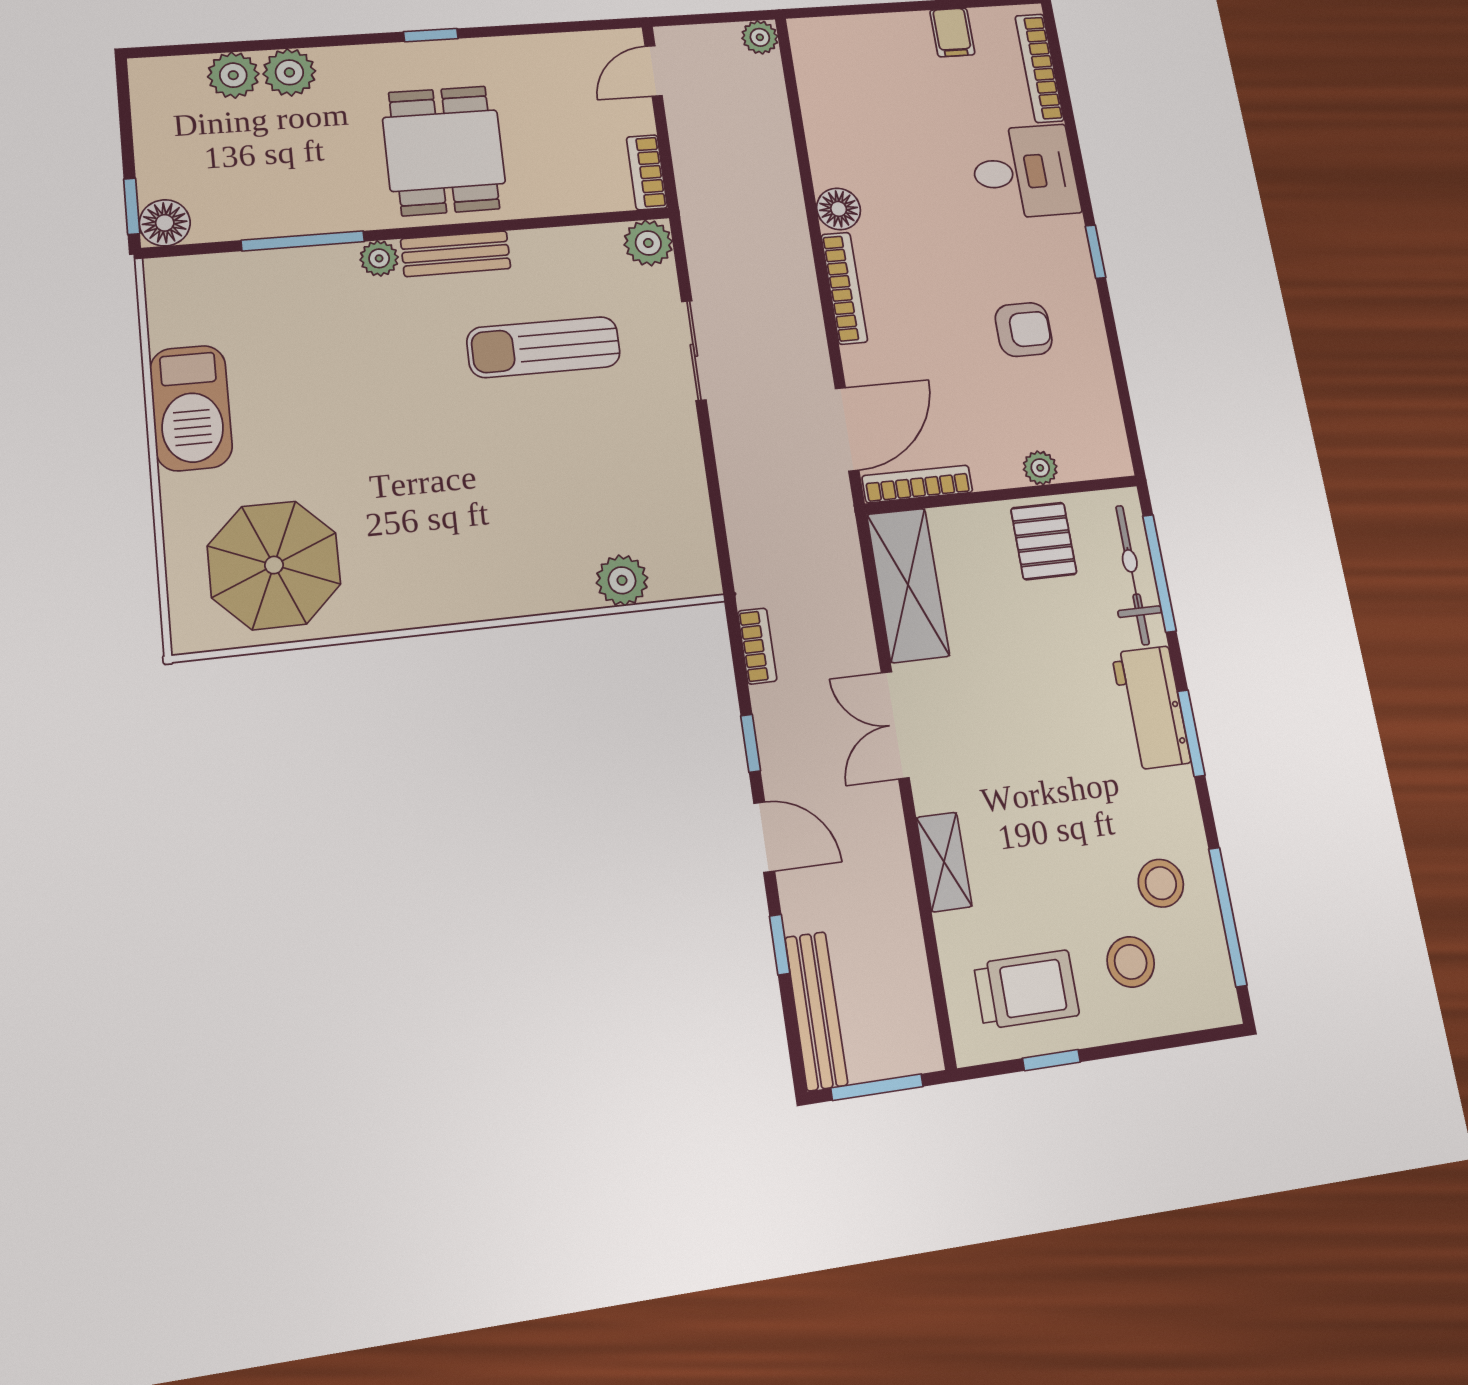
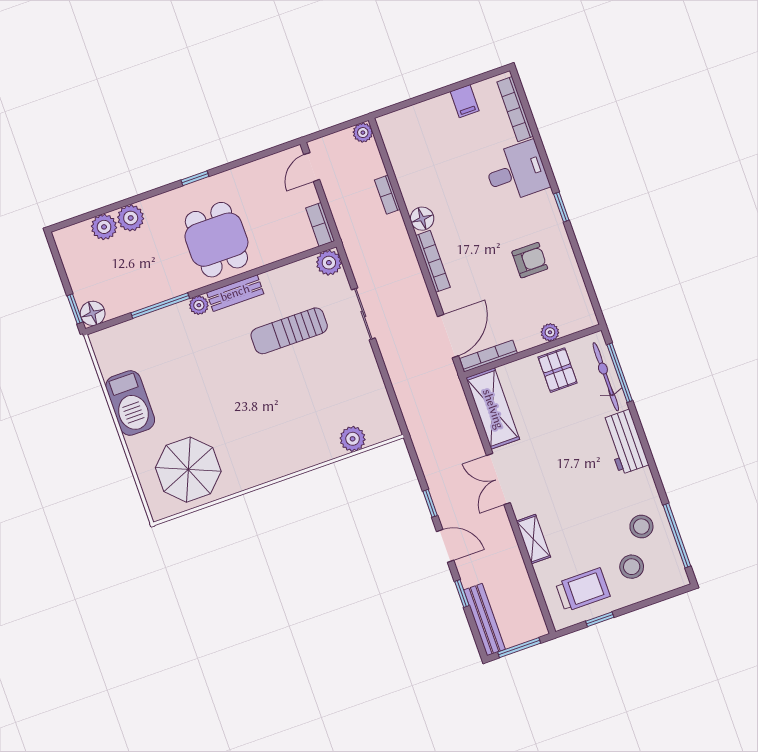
bookcase: (757, 646) -> (387, 195), moved, turned 180
window: (1191, 733) -> (647, 450), removed

